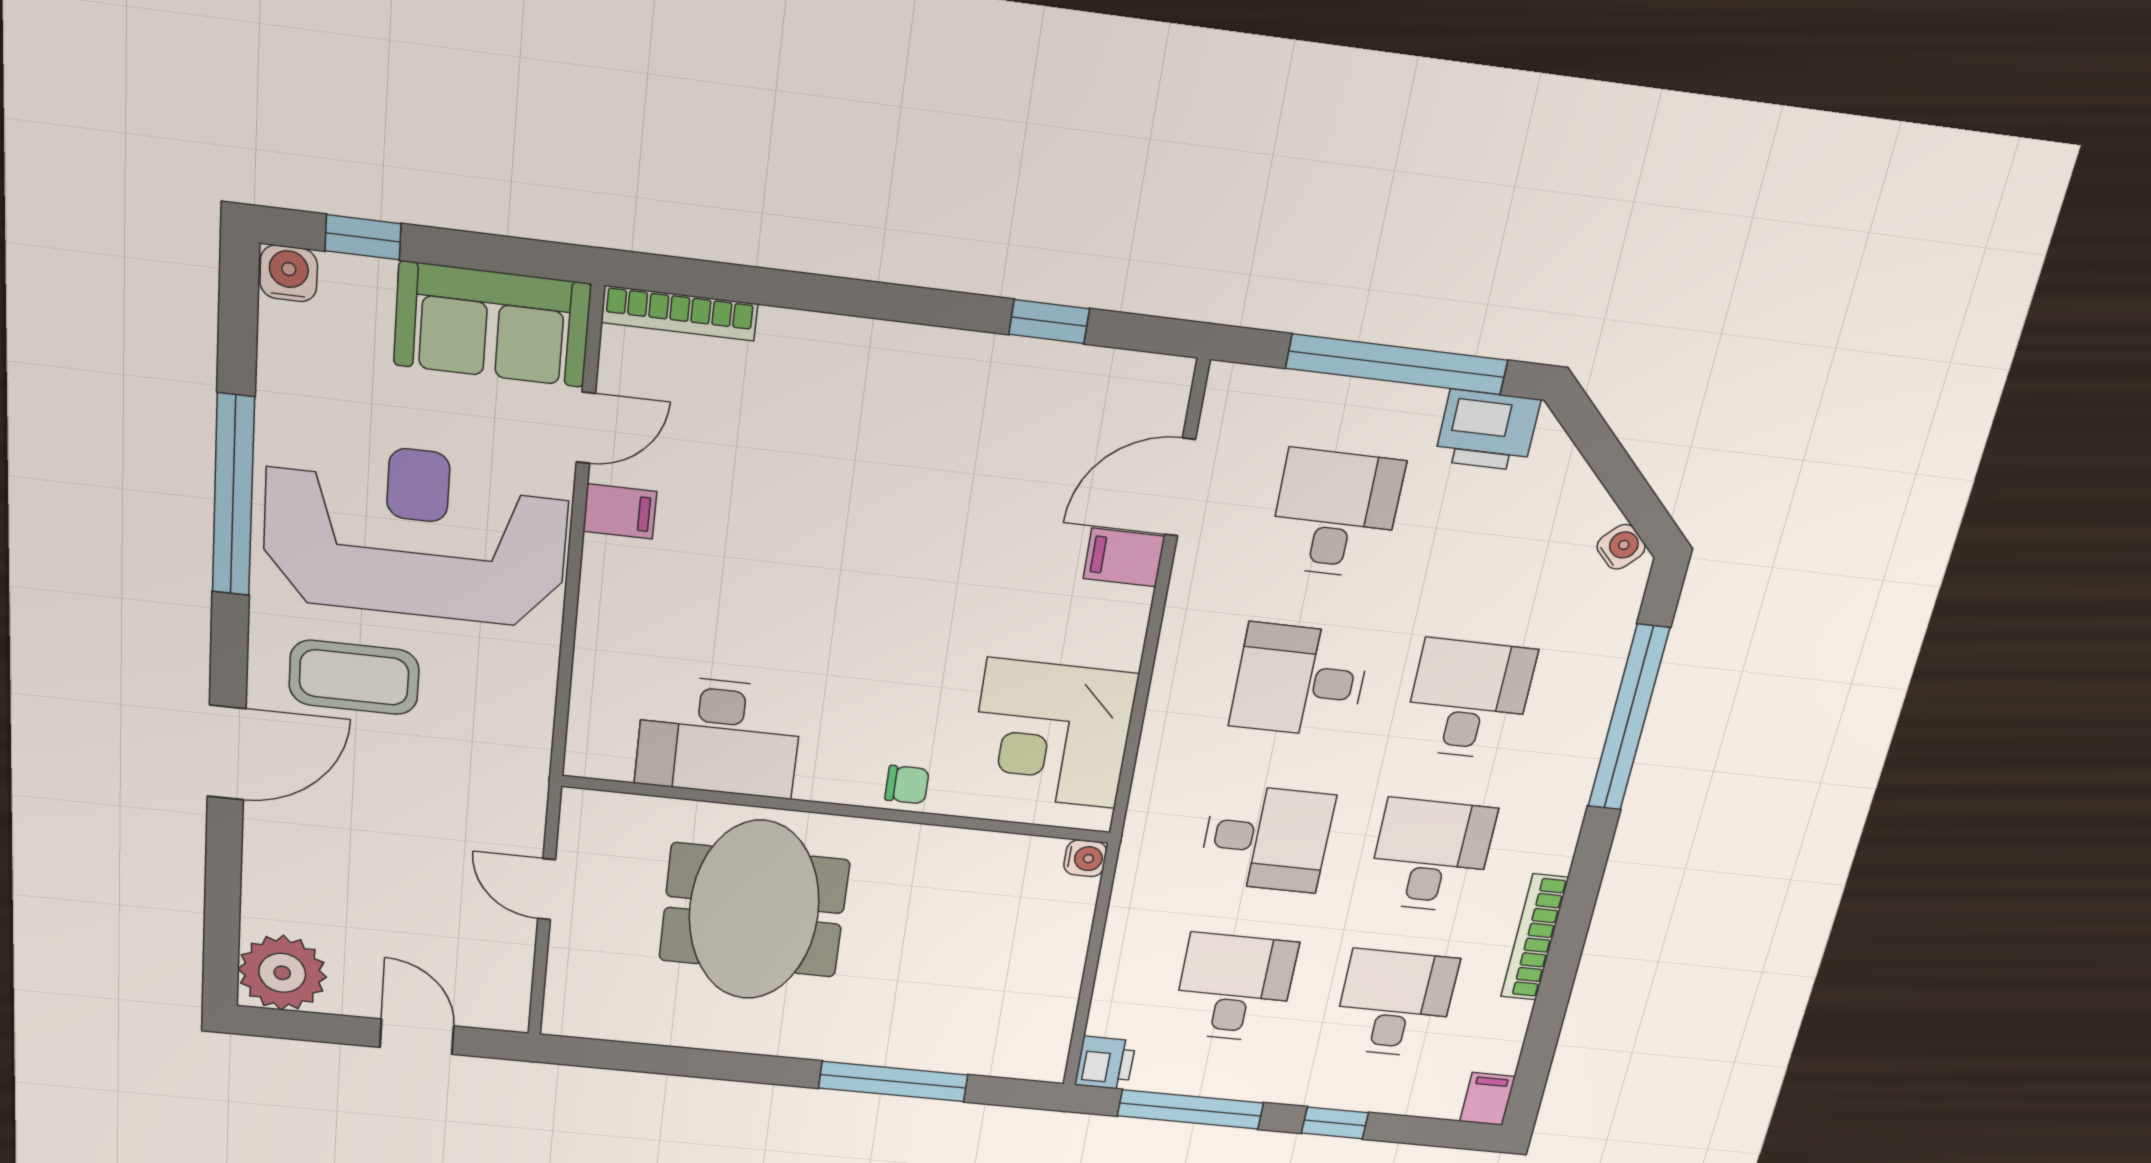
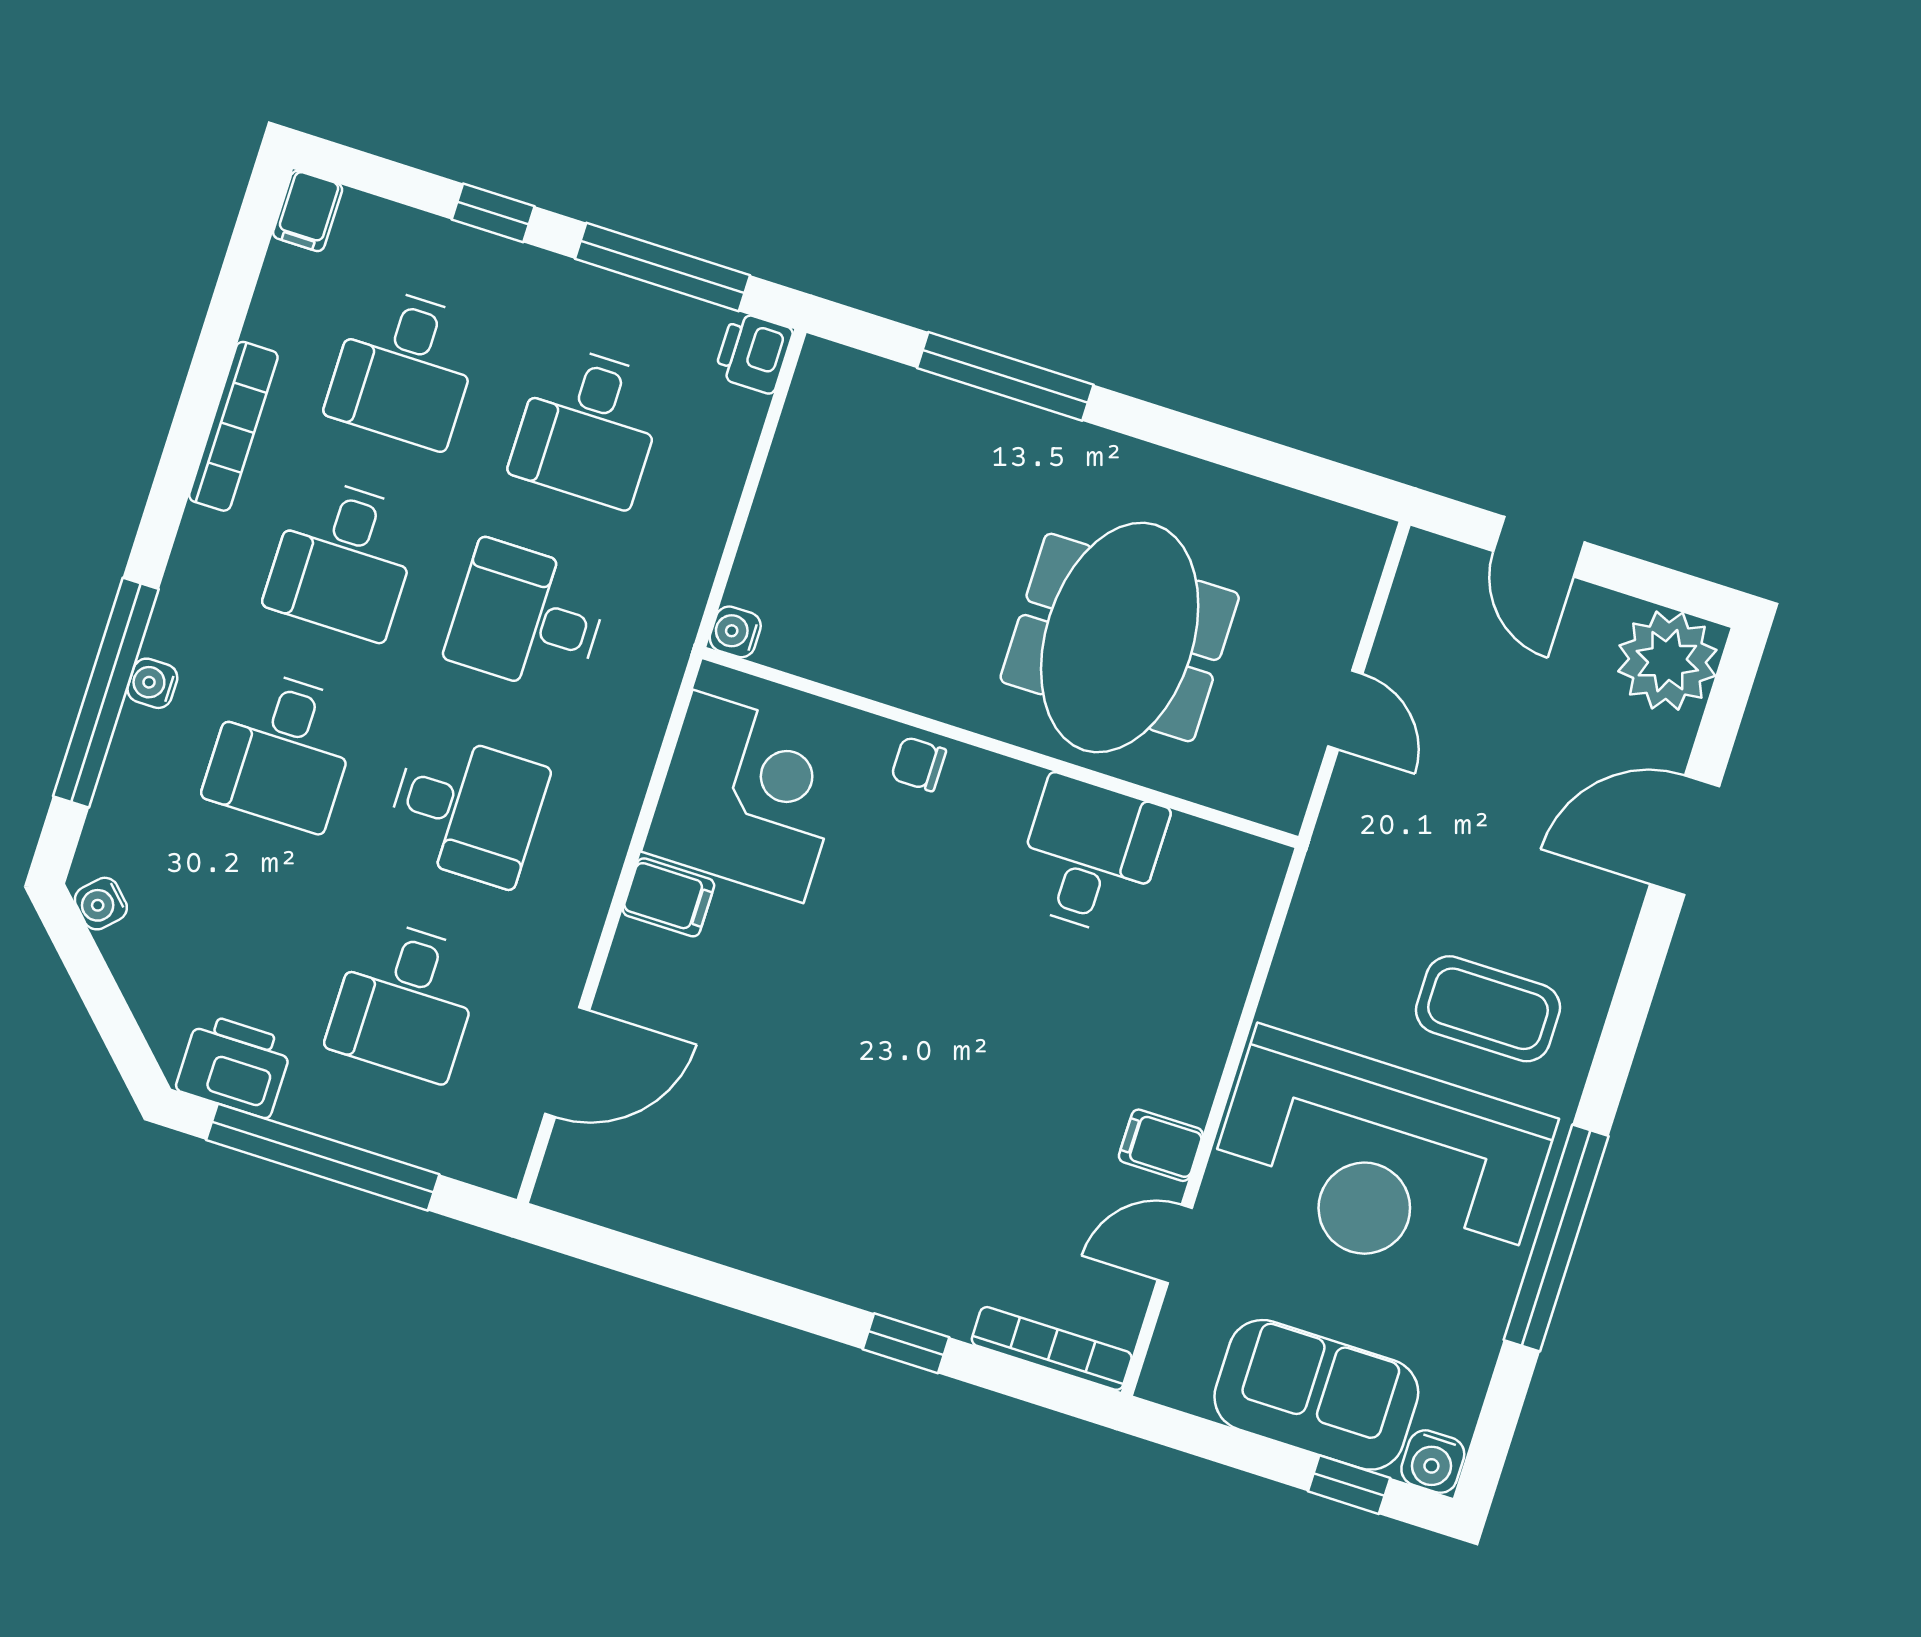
window: (1049, 322) -> (906, 1343), moved
sofa: (492, 324) -> (1316, 1395), moved
filing cabinet: (1124, 557) -> (668, 897), moved
water cooler: (1588, 732) -> (152, 683), added
desk: (719, 737) -> (1090, 855), width x0.73
door: (226, 753) -> (1685, 835), moved

